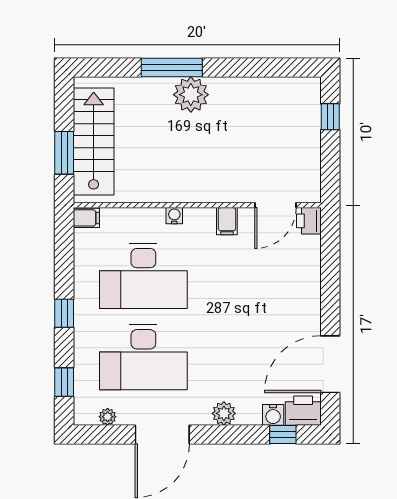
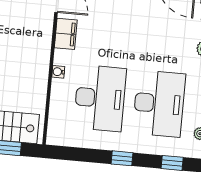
filing cabinet: (86, 218) -> (54, 136), removed
filing cabinet: (227, 221) -> (66, 34), width x2.00

